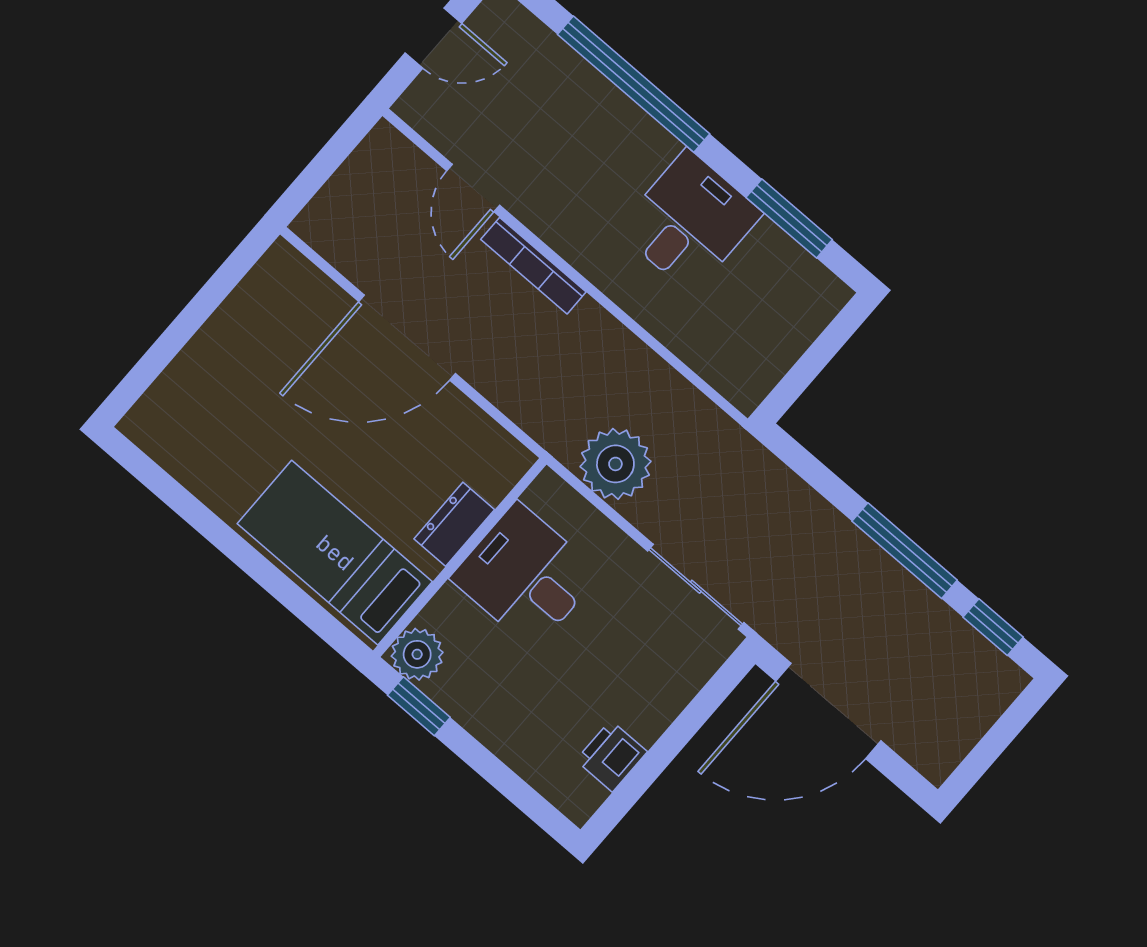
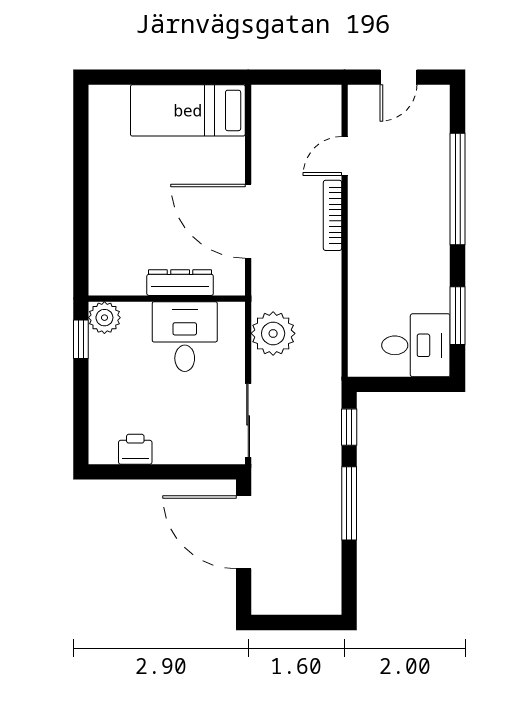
door: (433, 38) -> (398, 77), hinge flipped
desk: (689, 222) -> (416, 345), moved
door: (407, 338) -> (248, 221), moved
dresser: (454, 524) -> (180, 283), width x1.44
bed: (335, 553) -> (188, 110), moved, turned -90
window: (993, 627) -> (349, 427), moved

